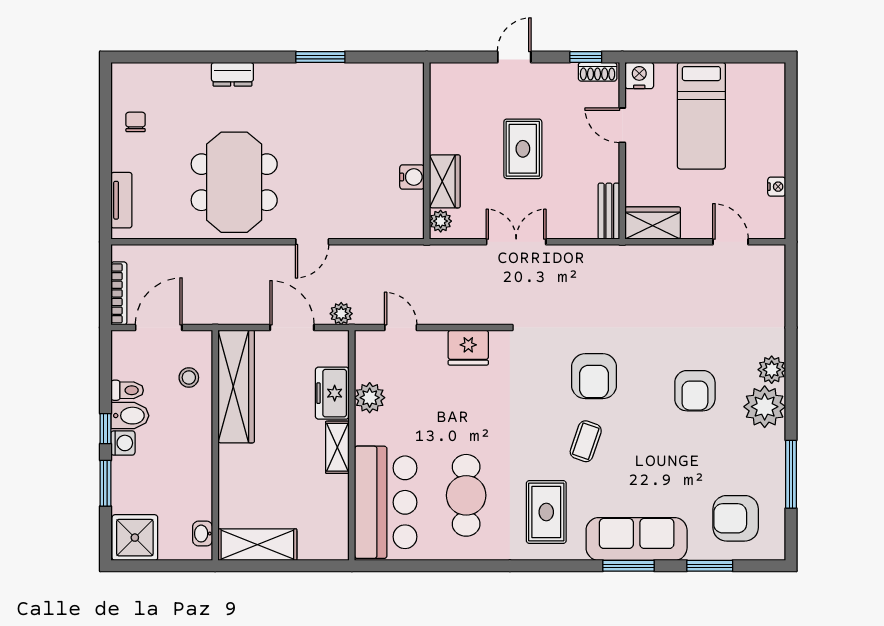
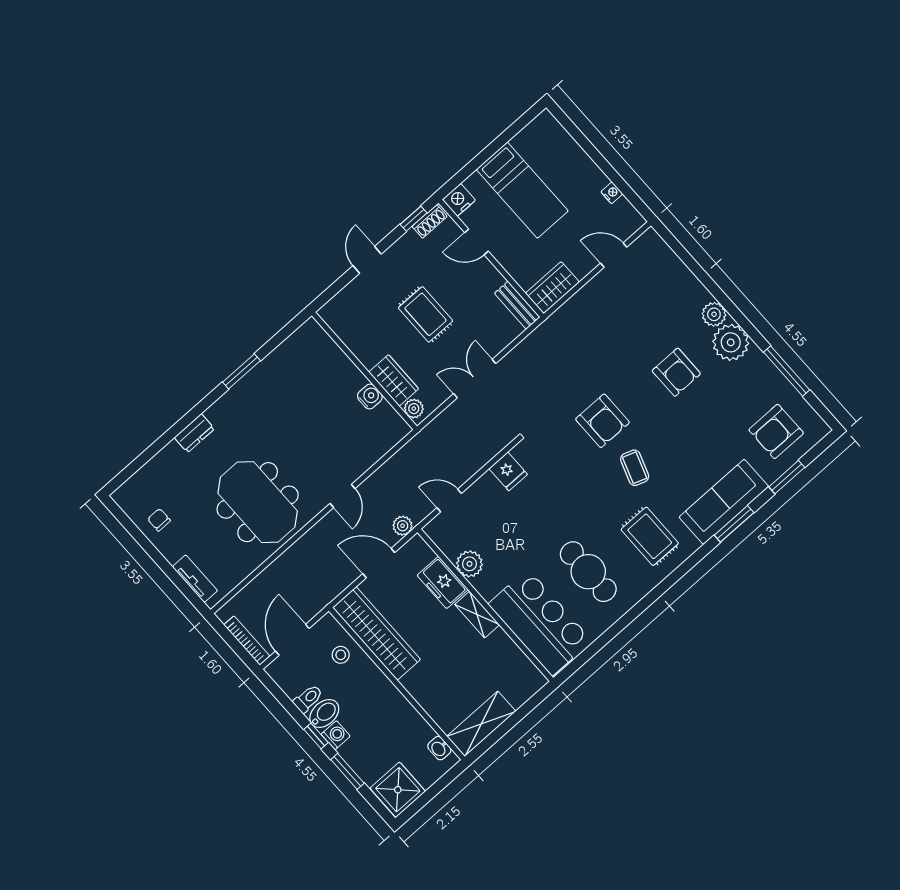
fridge: (468, 348) -> (508, 471), width x0.72

